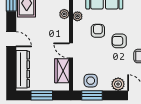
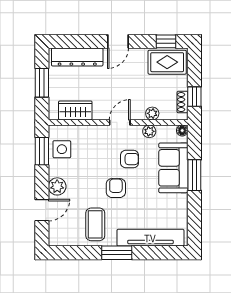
door: (71, 50) -> (120, 122), moved

